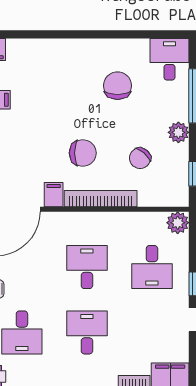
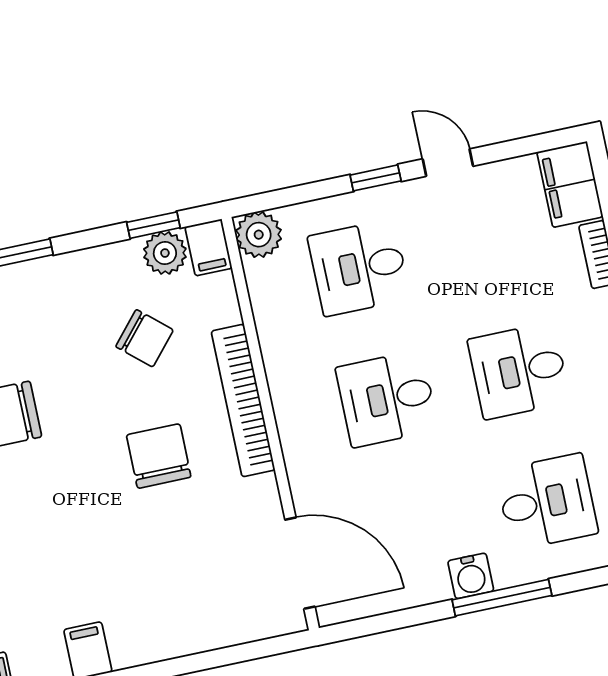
plant: (178, 132) -> (165, 253), moved
filing cabinet: (54, 195) -> (209, 247), moved, turned -90
desk: (152, 267) -> (359, 268), turned 180

